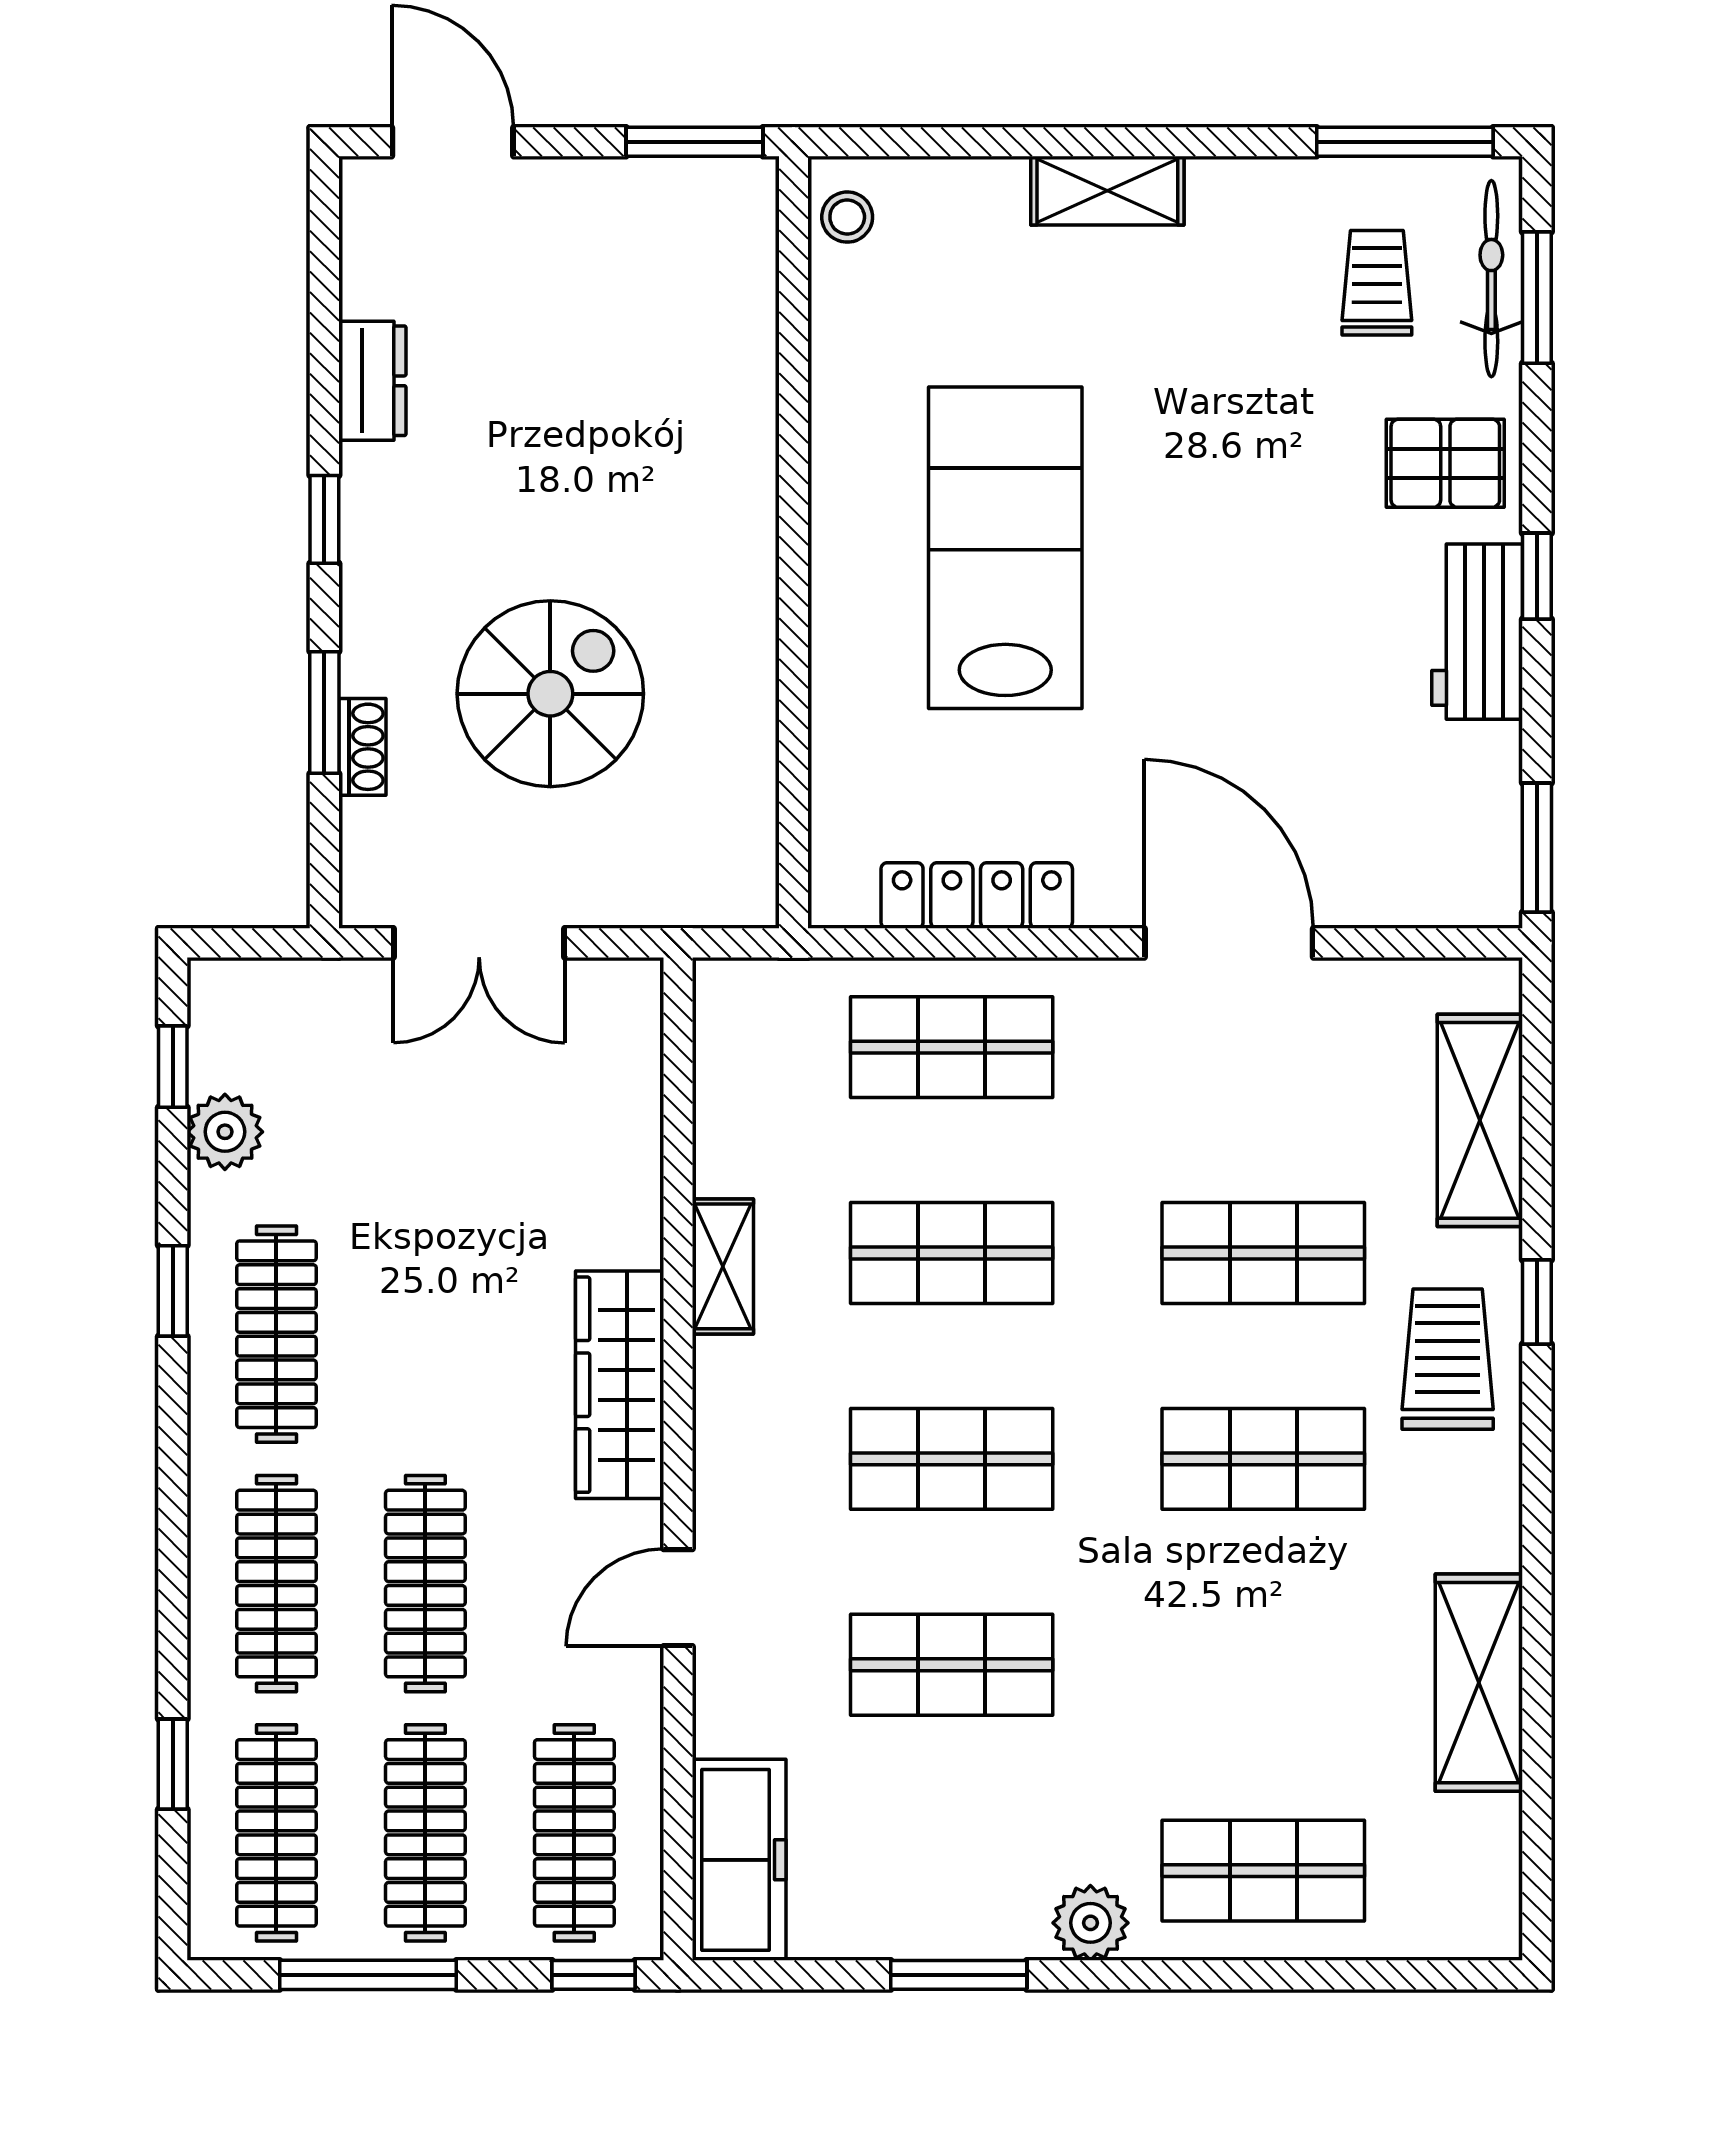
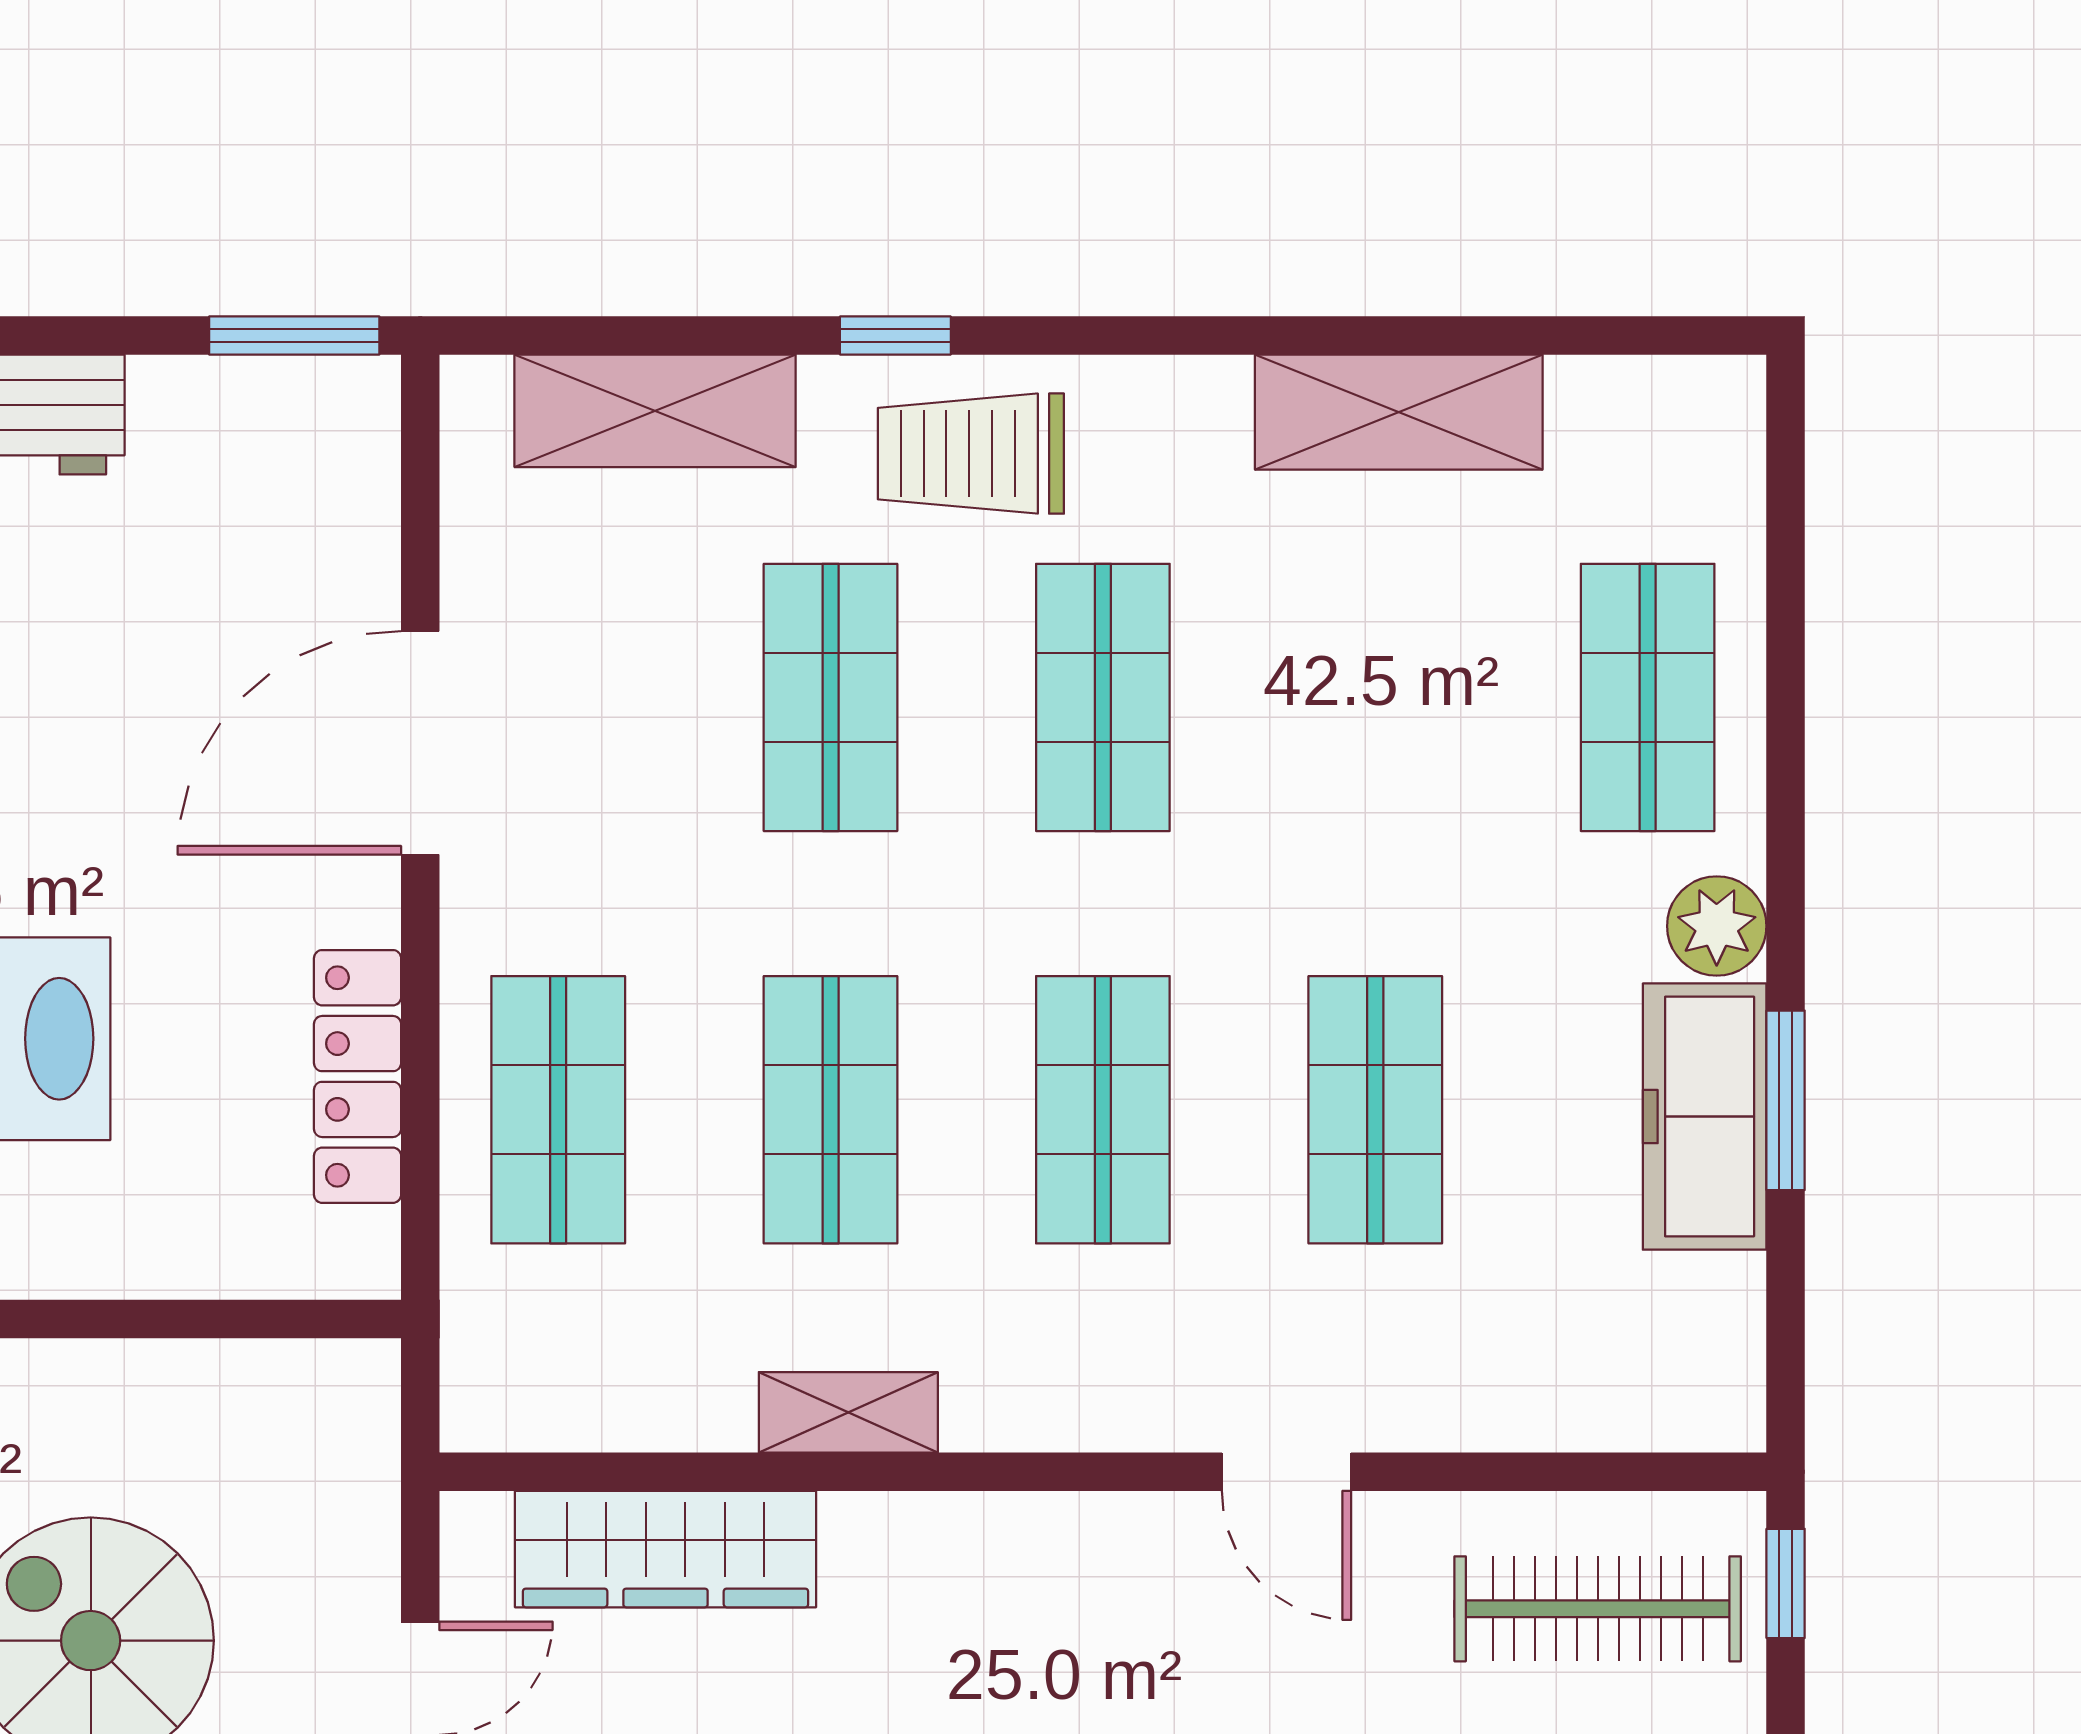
wardrobe: (620, 1385) -> (666, 1549), moved
freezer: (739, 1860) -> (1705, 1117), moved, turned -90

